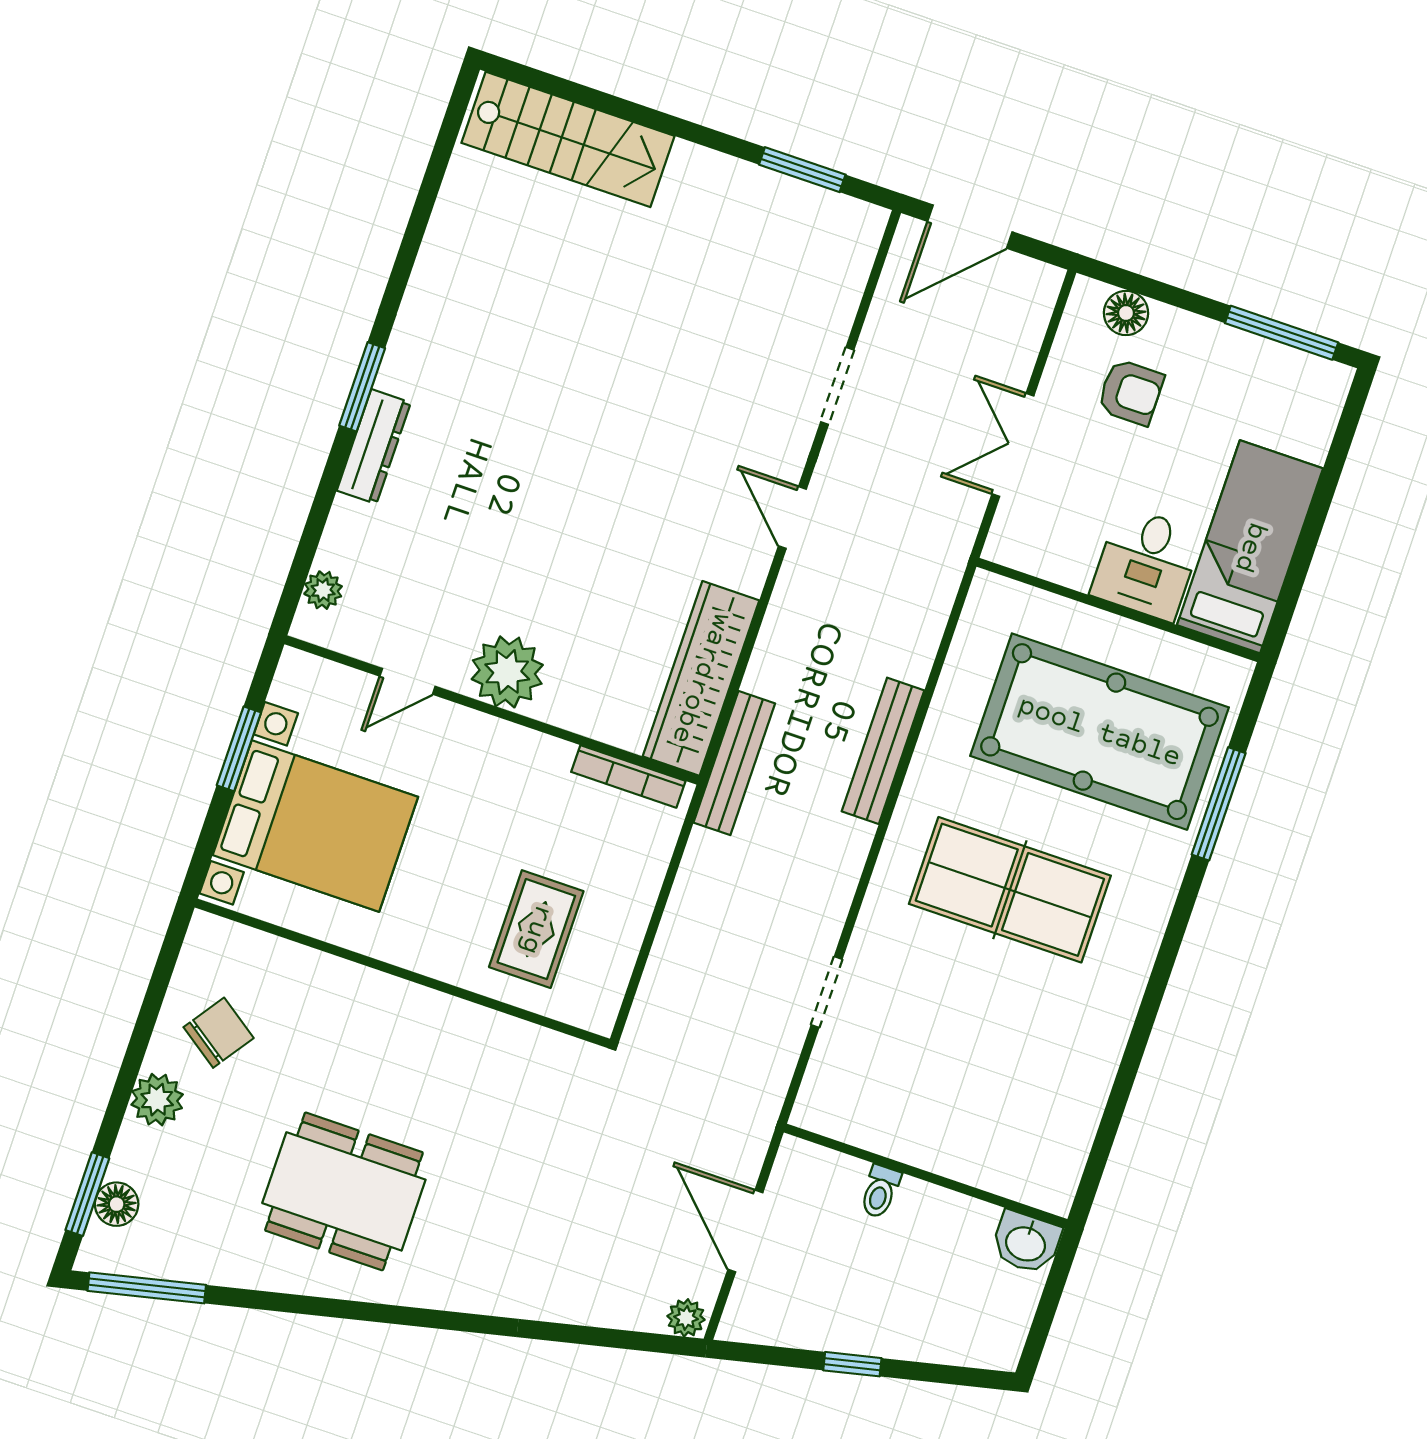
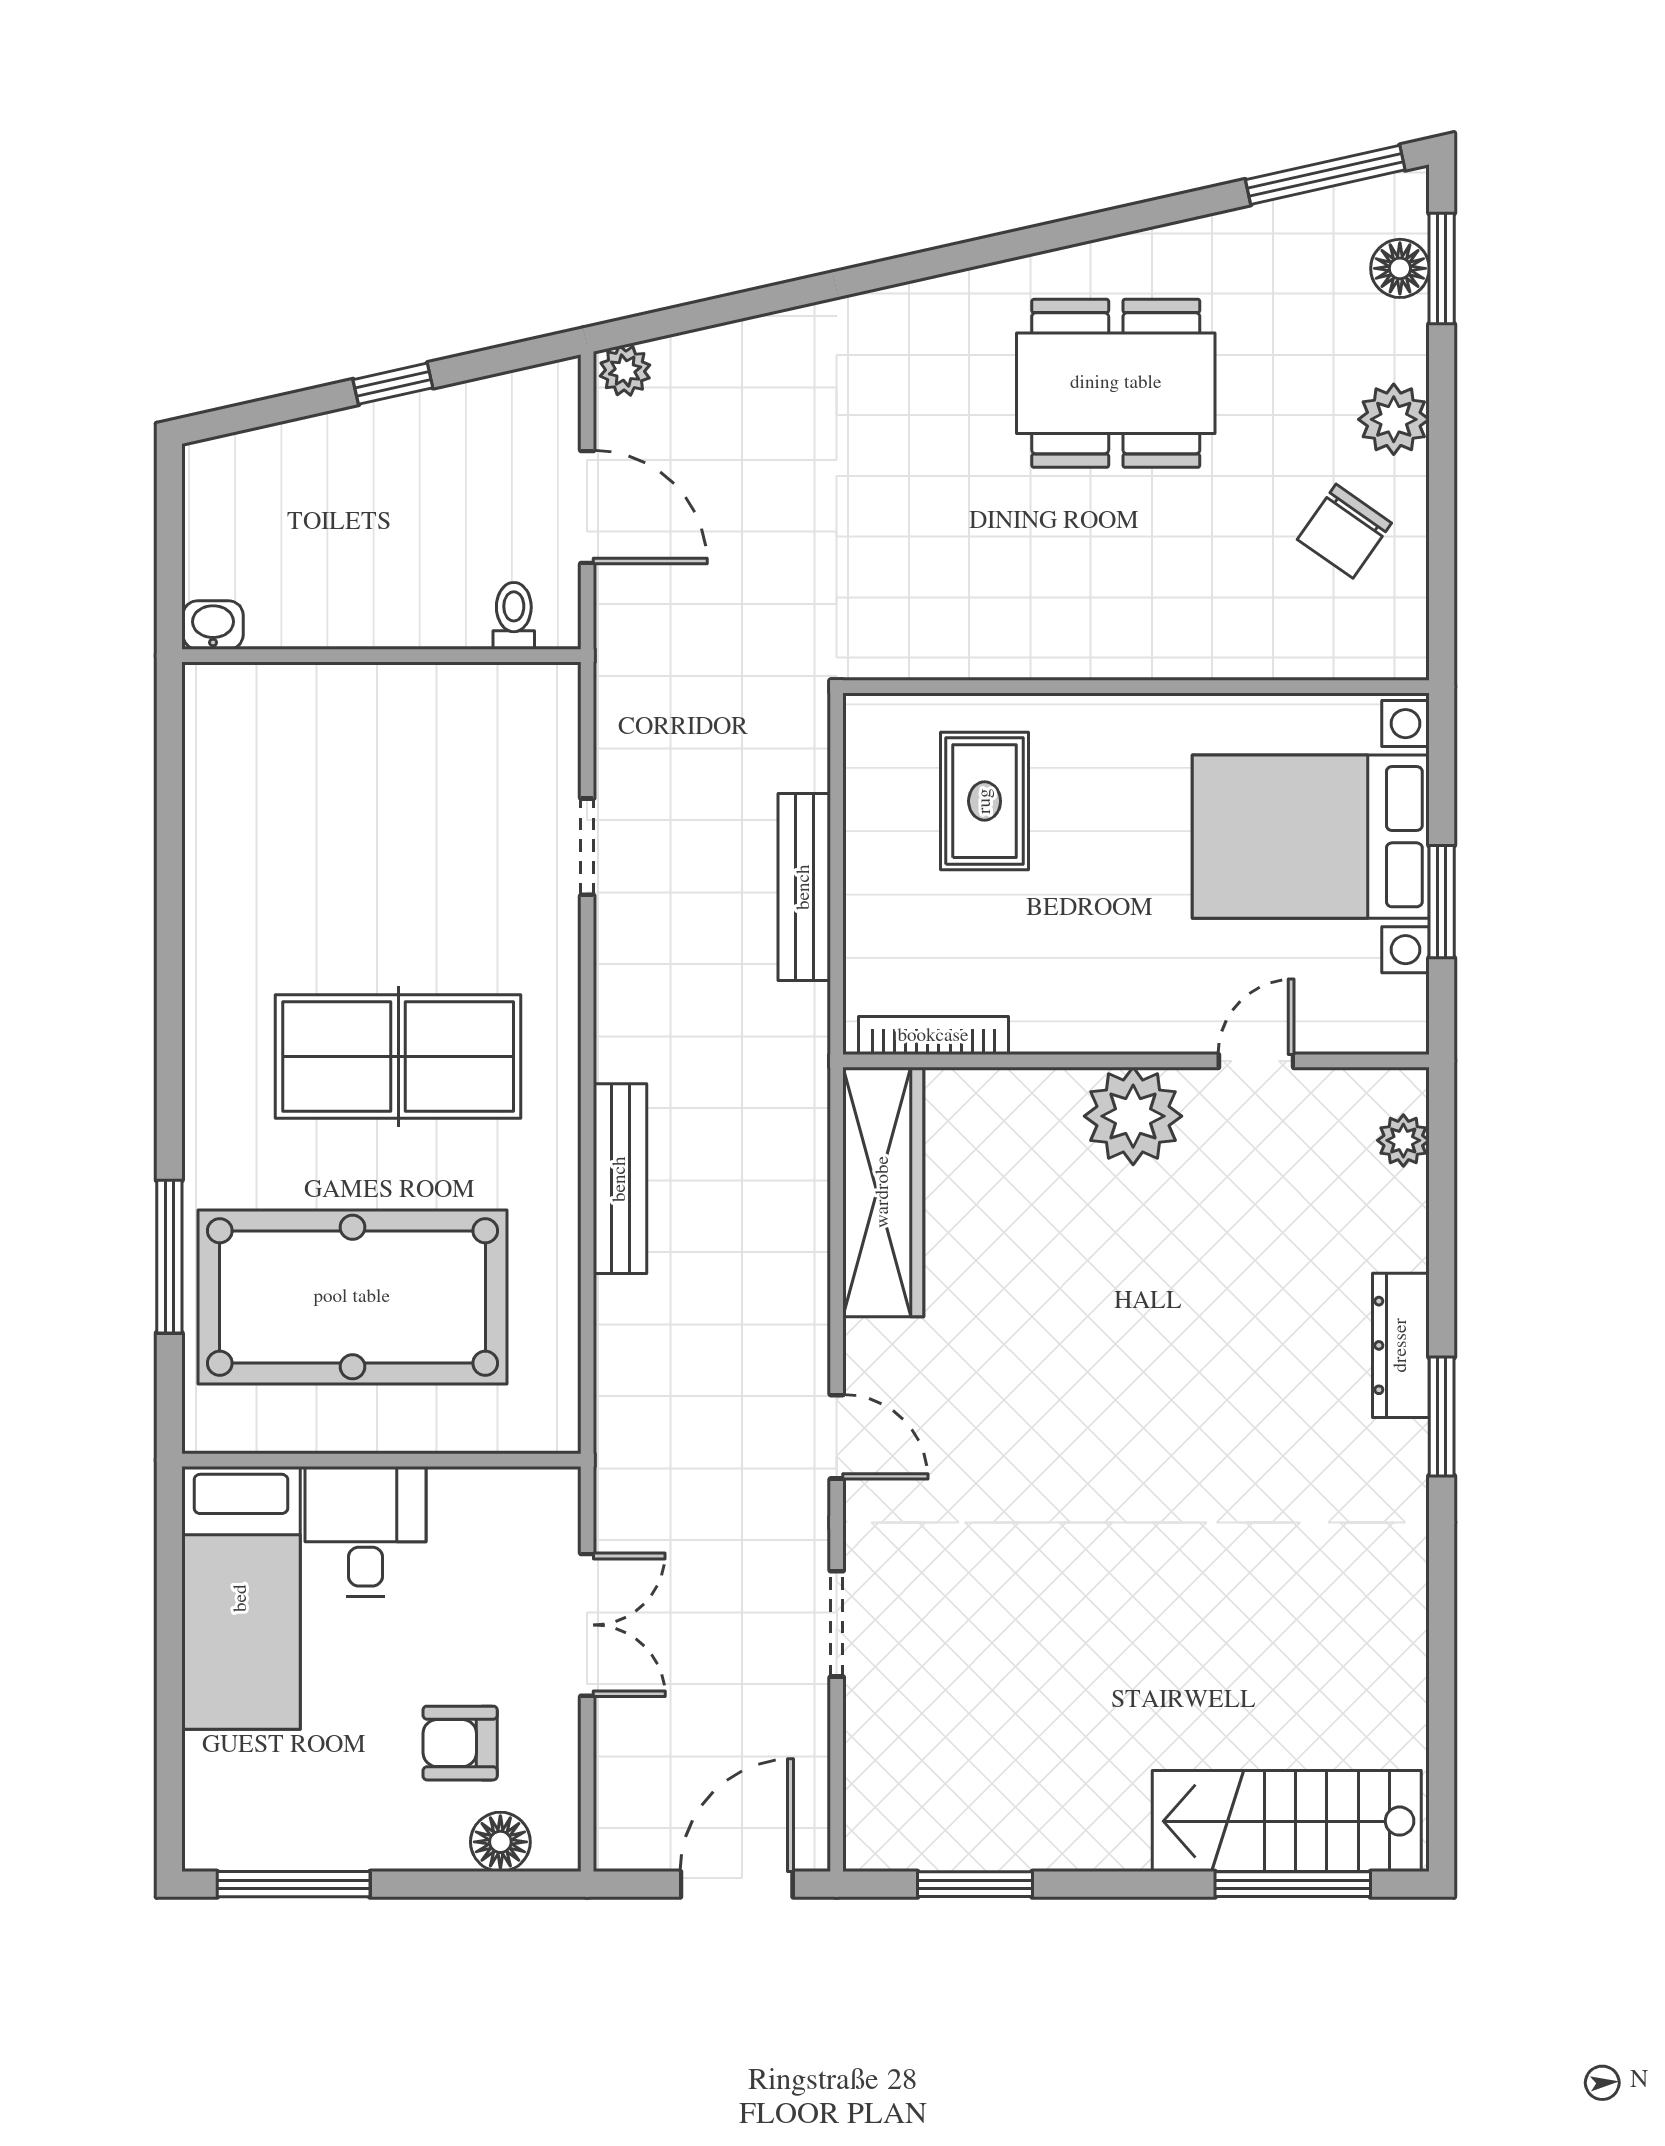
window: (579, 94) -> (1293, 1884), added
bench: (734, 763) -> (804, 887), moved
toilet: (880, 1191) -> (514, 616), moved
washbasin: (1026, 1242) -> (213, 625), width x0.72, depth x0.69

